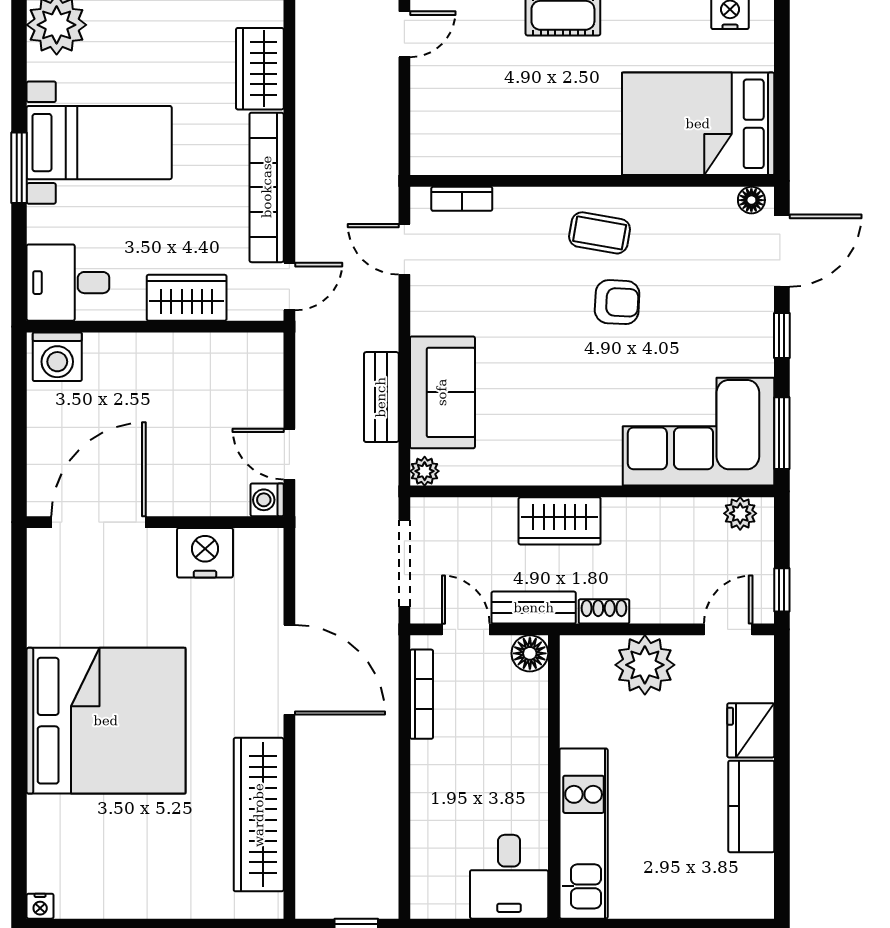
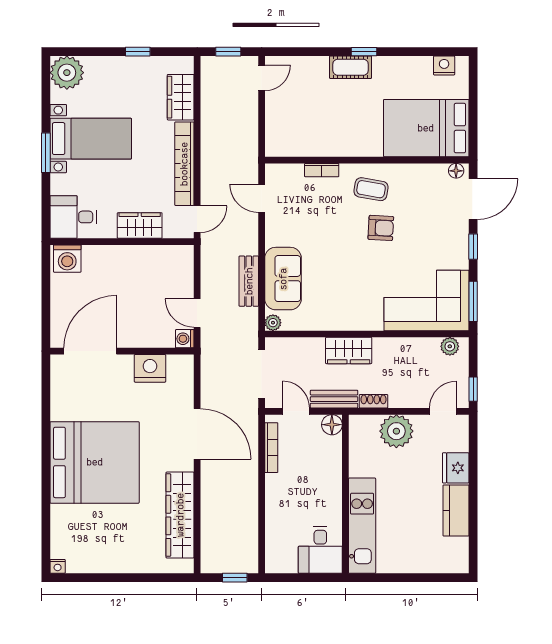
bookcase: (462, 199) -> (322, 170), moved

